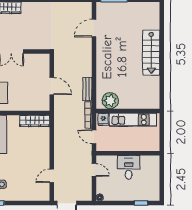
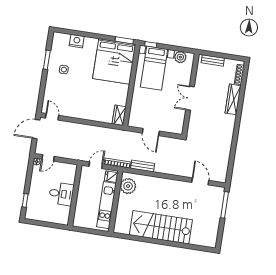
stairs: (151, 53) -> (161, 227), width x1.36, depth x1.51
door: (52, 86) -> (151, 132), hinge flipped
wardrobe: (35, 121) -> (119, 115), width x0.67
door: (94, 170) -> (48, 158), moved
door: (52, 176) -> (52, 117), moved

